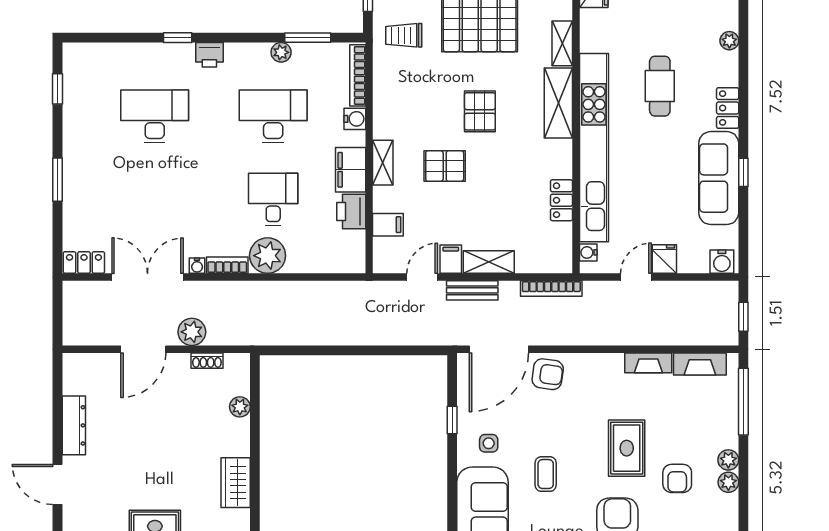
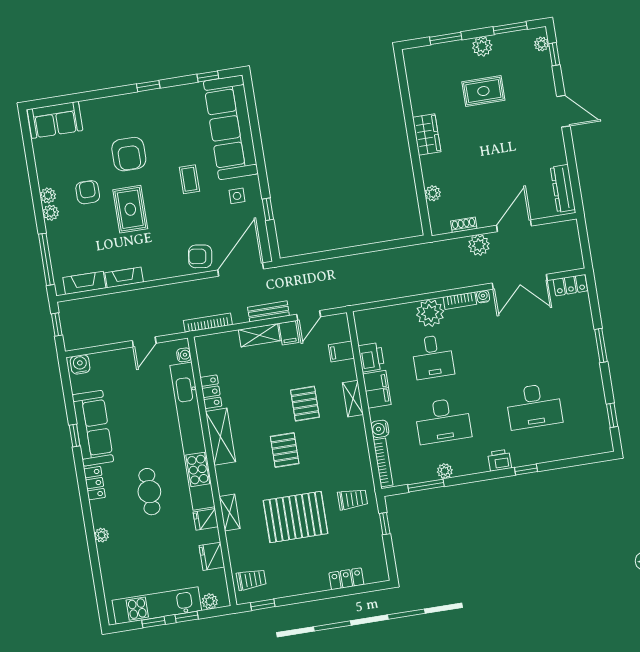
shelving: (558, 103) -> (221, 437), moved
pallet: (445, 166) -> (305, 404), turned 90
fridge: (664, 259) -> (206, 519), moved, turned 90
dresser: (74, 425) -> (563, 188), moved

